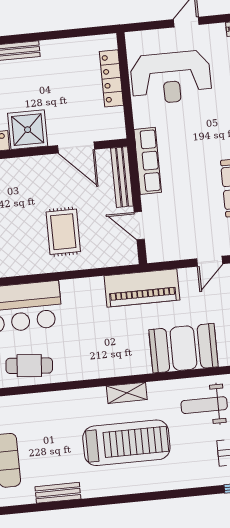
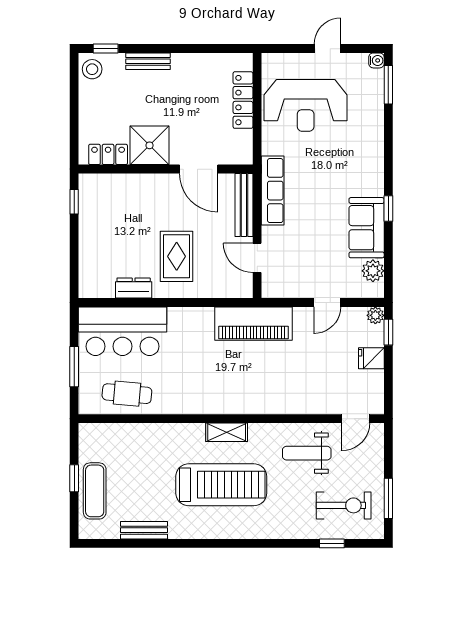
dresser: (26, 266) -> (134, 288), added
booth: (183, 348) -> (291, 391), removed

